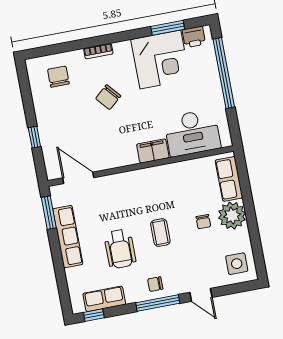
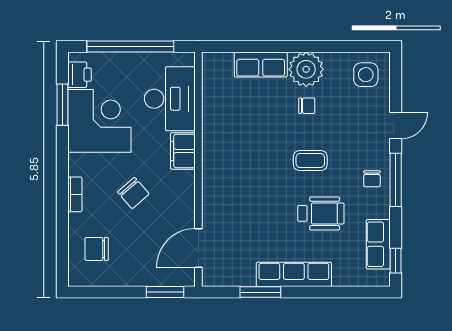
desk: (192, 133) -> (170, 99), moved
window: (34, 137) -> (165, 292), width x1.50
filing cabinet: (153, 151) -> (183, 151), moved
wall: (141, 166) -> (198, 169), moved
door: (78, 178) -> (198, 248), moved

